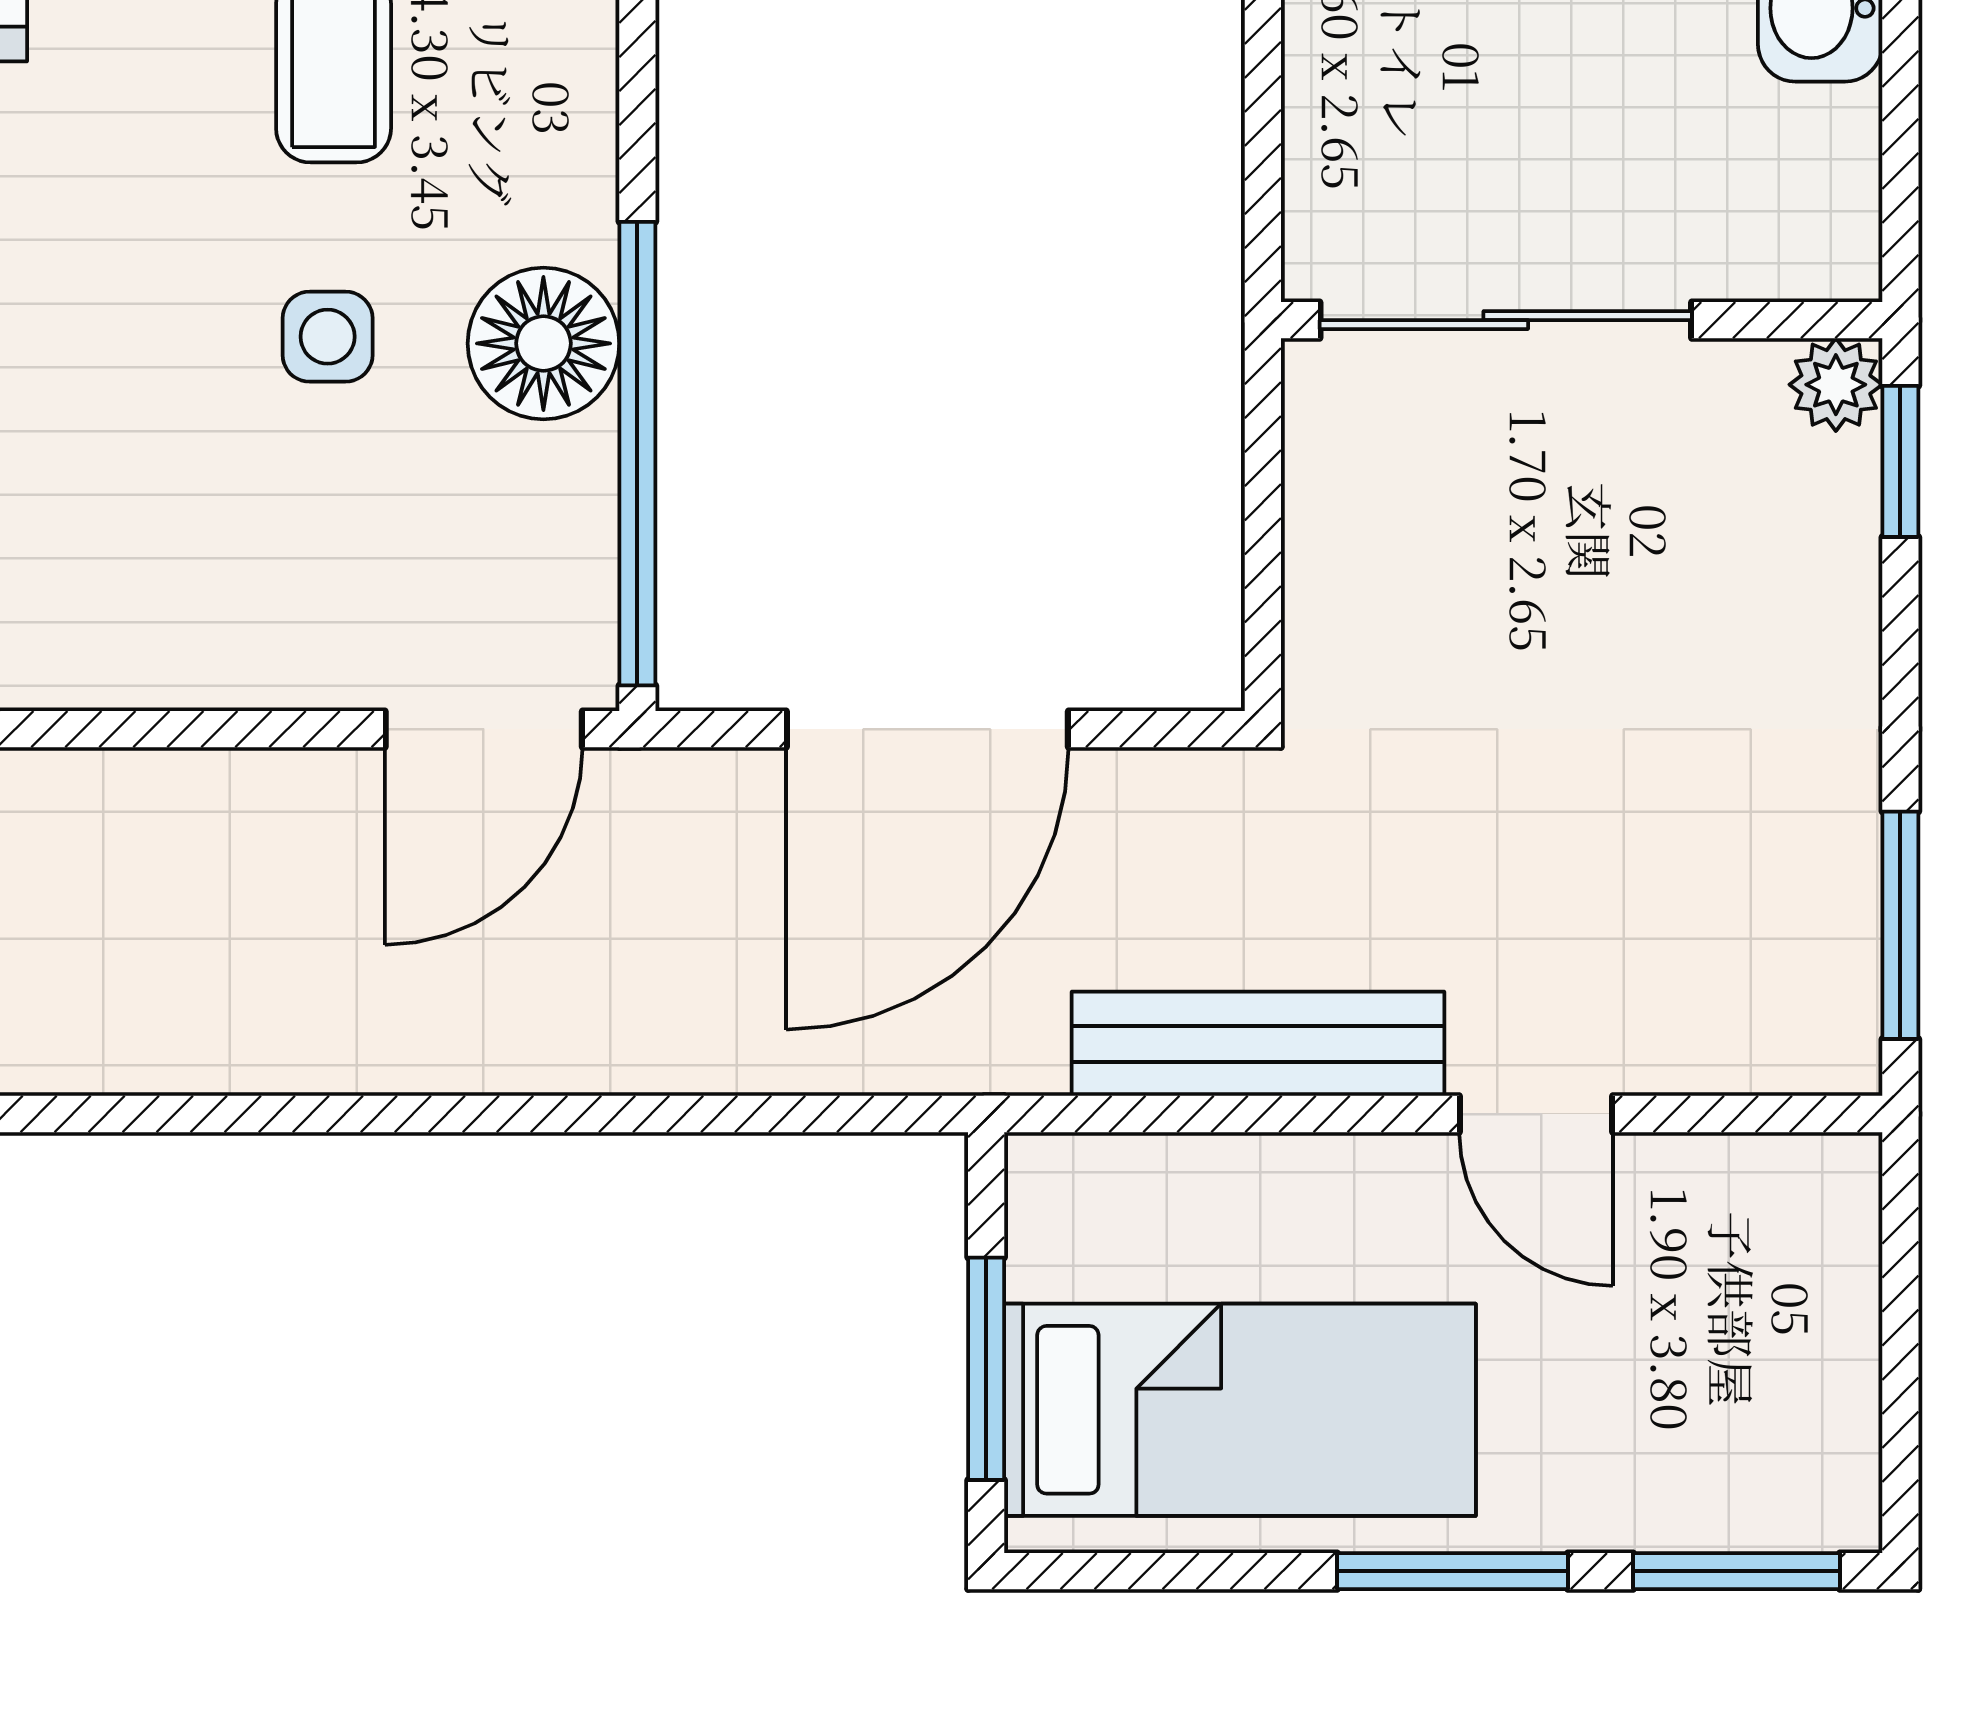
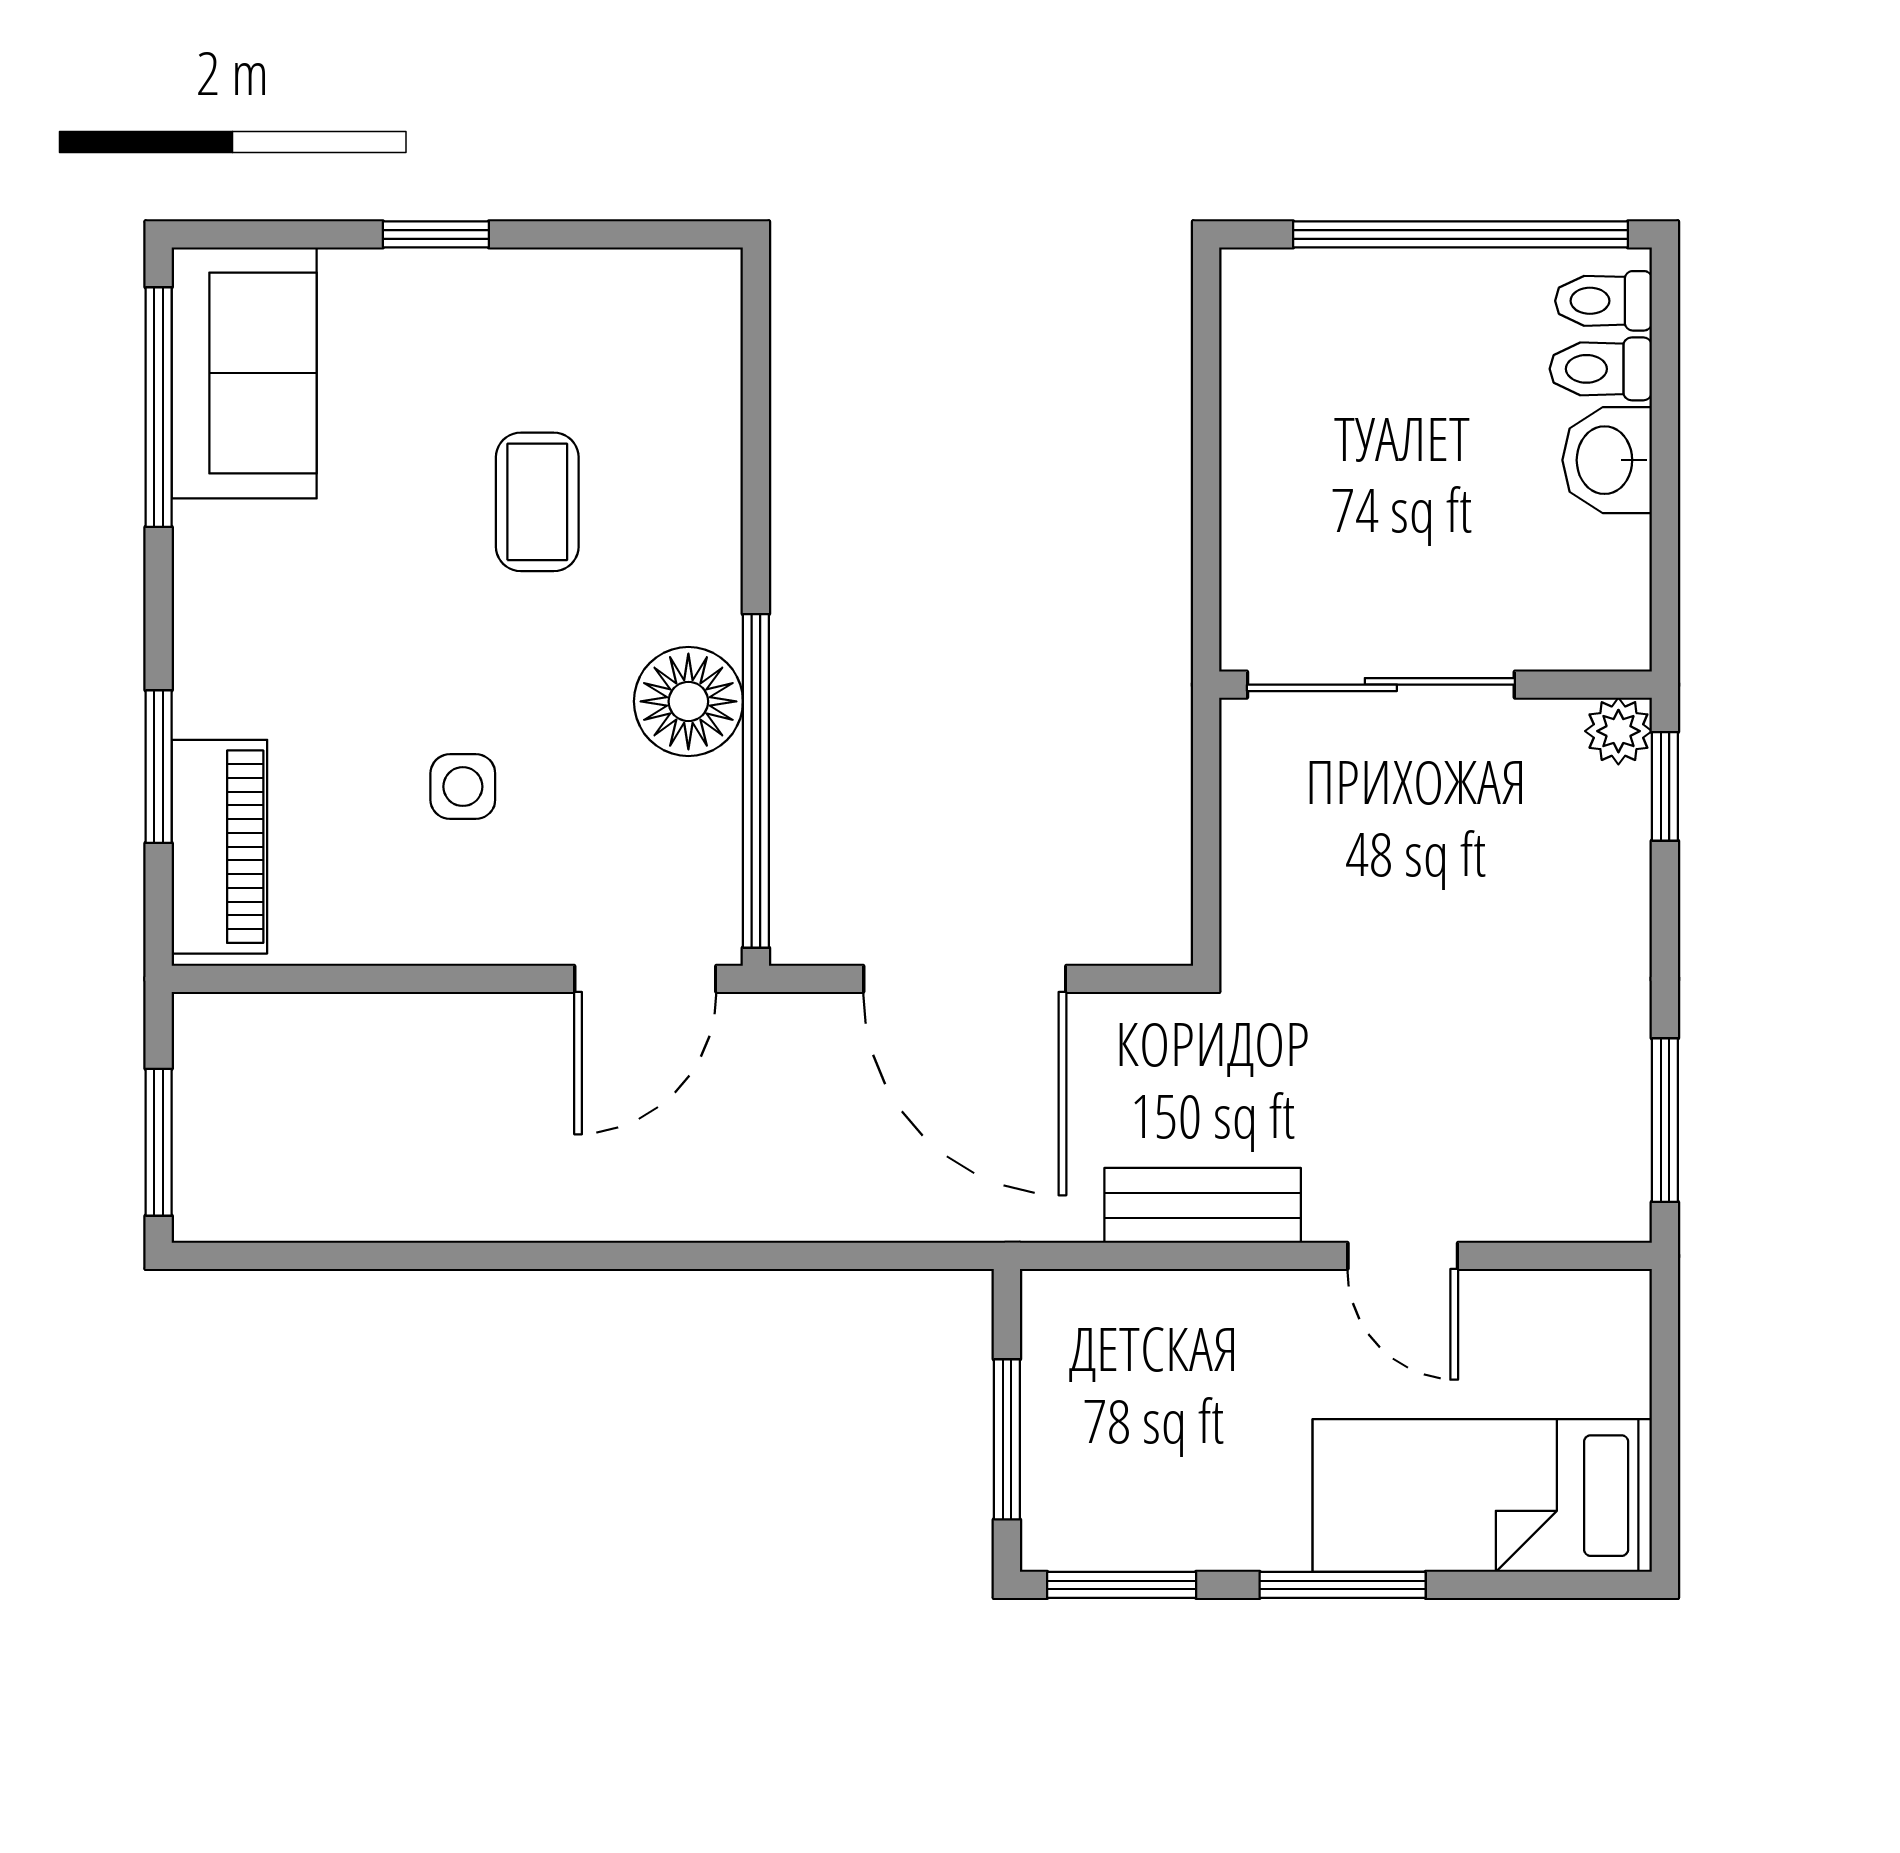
side table: (328, 337) -> (463, 787), moved
door: (927, 729) -> (965, 979), hinge flipped
bench: (1258, 1044) -> (1203, 1205), width x0.73
bed: (1240, 1410) -> (1482, 1496), moved, turned 180
window: (1737, 1571) -> (1122, 1585), moved

